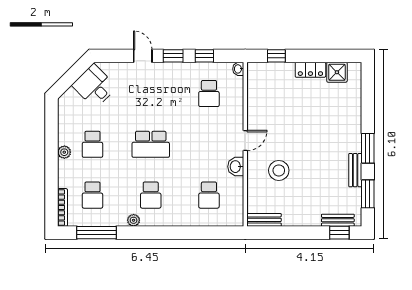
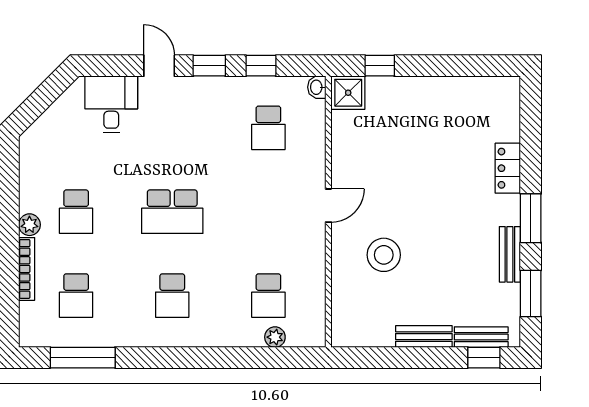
locker: (310, 70) -> (508, 168), moved, turned 90
shower: (337, 72) -> (348, 93), moved
desk: (94, 86) -> (111, 104), moved, turned 45
washbasin: (236, 167) -> (313, 248), removed
bookcase: (63, 207) -> (27, 269), moved
plant: (134, 220) -> (275, 337), moved
bench: (264, 220) -> (424, 337), moved

